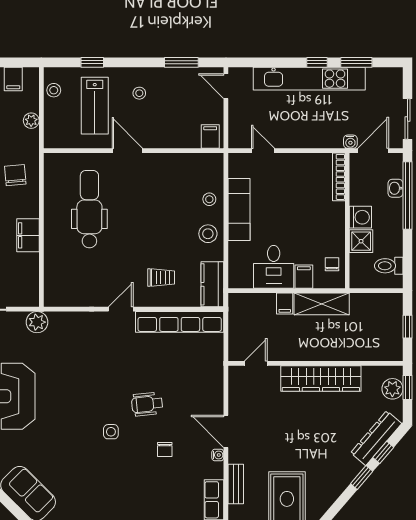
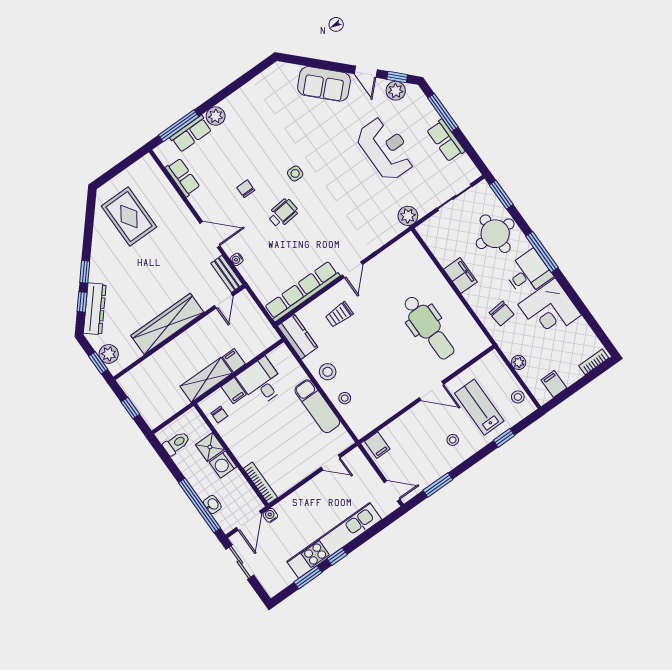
water cooler: (218, 455) -> (237, 259), moved
bench: (236, 484) -> (227, 274), moved

